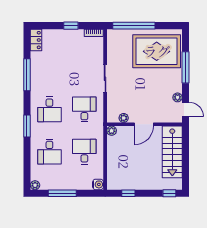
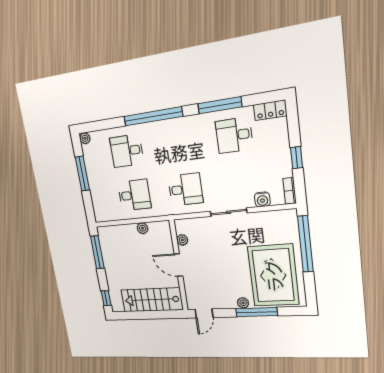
plant: (178, 97) -> (243, 303), moved
desk: (49, 109) -> (234, 135), moved
window: (27, 126) -> (153, 116), width x2.11
plant: (112, 131) -> (142, 228), moved
water cooler: (98, 184) -> (262, 199), moved
window: (128, 193) -> (97, 252), width x2.17

